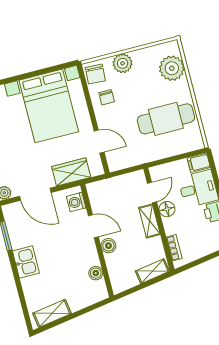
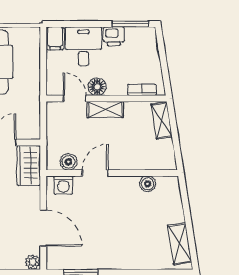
wardrobe: (71, 172) -> (29, 165), moved
door: (35, 194) -> (43, 228), hinge flipped
boiler: (108, 246) -> (69, 162), moved
kitchen sink: (26, 262) -> (115, 258), removed

